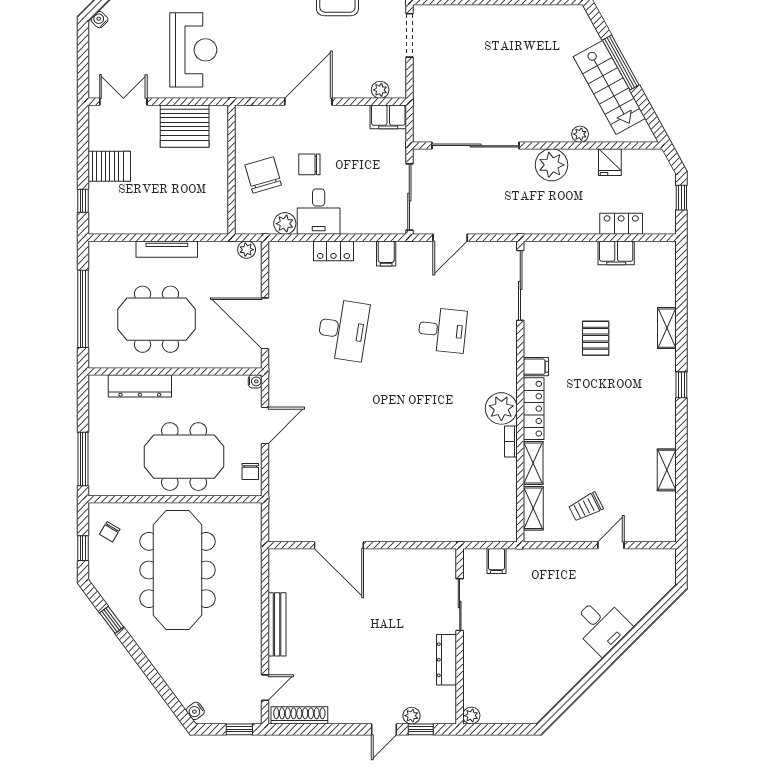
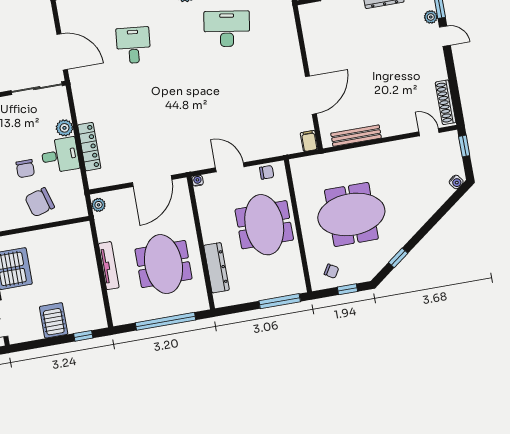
plant: (285, 224) -> (64, 128), moved
door: (450, 238) -> (62, 52), width x1.36
locker: (333, 251) -> (89, 147), width x1.53
filing cabinet: (386, 253) -> (309, 141), moved, turned -90
desk: (343, 330) -> (227, 29), moved
meeting table: (178, 570) -> (351, 214), width x0.73
bench: (277, 624) -> (356, 136), moved

